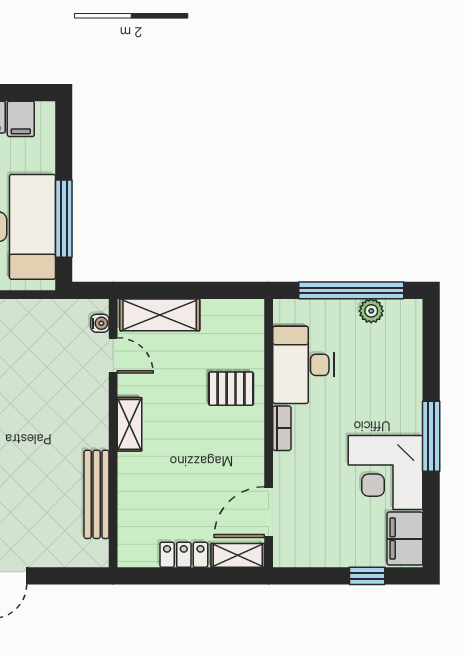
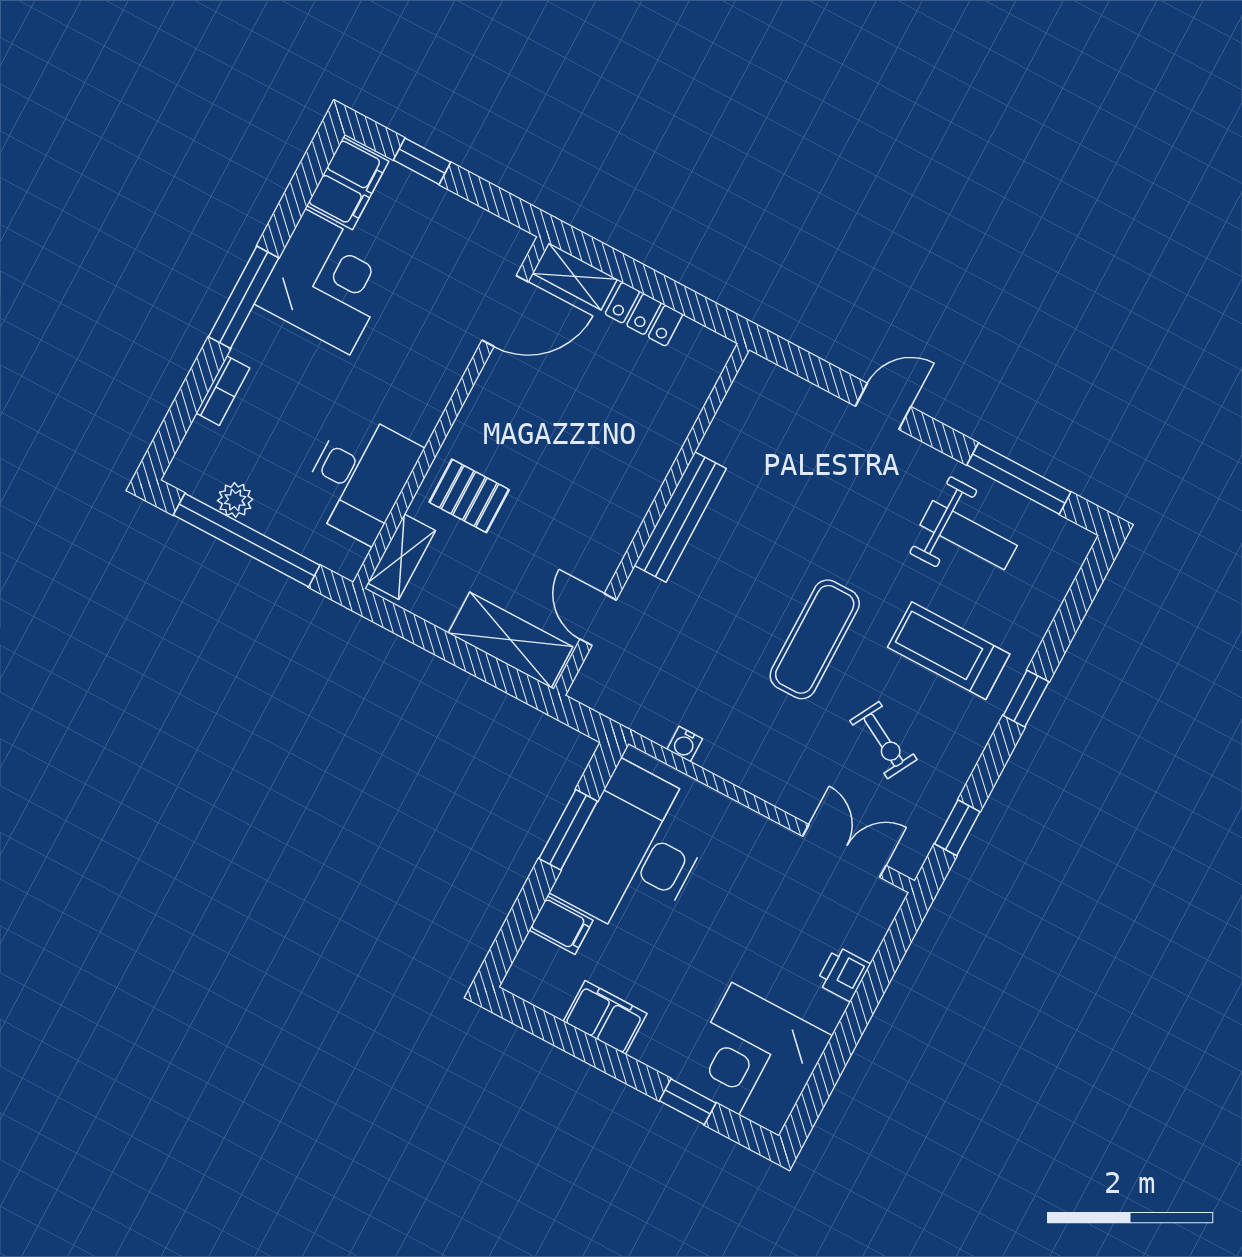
filing cabinet: (21, 119) -> (561, 925), moved, turned 90
window: (64, 219) -> (568, 830), width x0.69
water cooler: (100, 323) -> (685, 744), moved, turned -90
shelving: (130, 424) -> (401, 557), moved
bookcase: (282, 428) -> (223, 391), moved, turned 180
bench: (97, 494) -> (680, 517), moved

